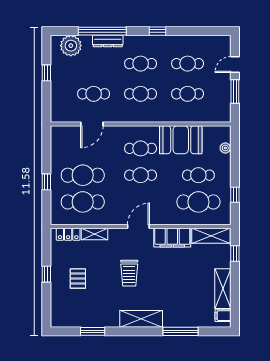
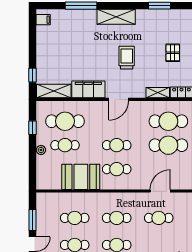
plant: (225, 148) -> (41, 150), moved
shelving: (223, 289) -> (43, 44), removed

